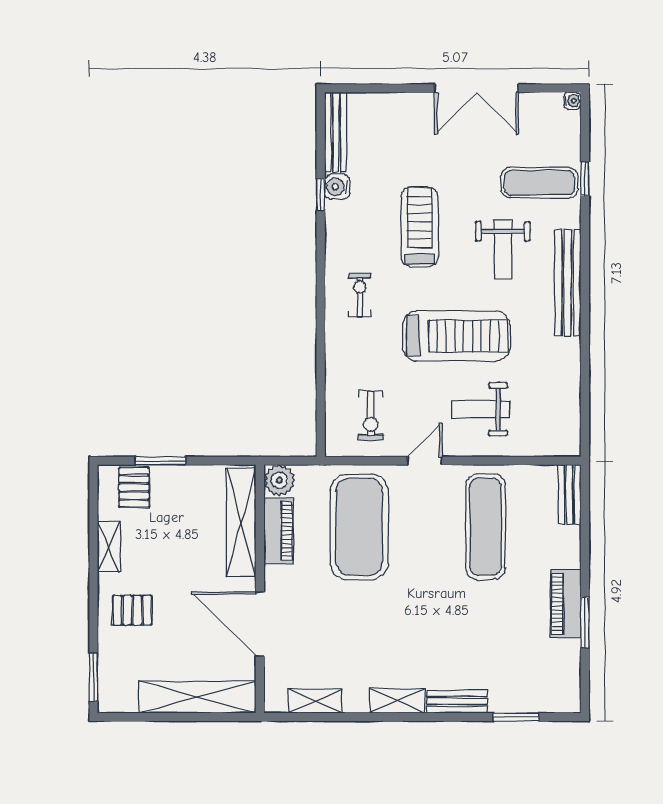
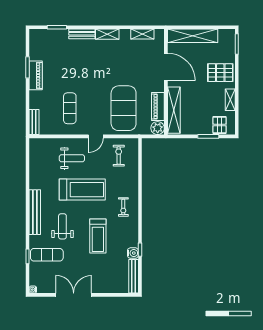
treadmill: (456, 336) -> (82, 190), turned 180
exercise mat: (486, 527) -> (70, 108), width x0.73, depth x0.69
pallet: (132, 610) -> (220, 73), width x1.50, depth x1.42

